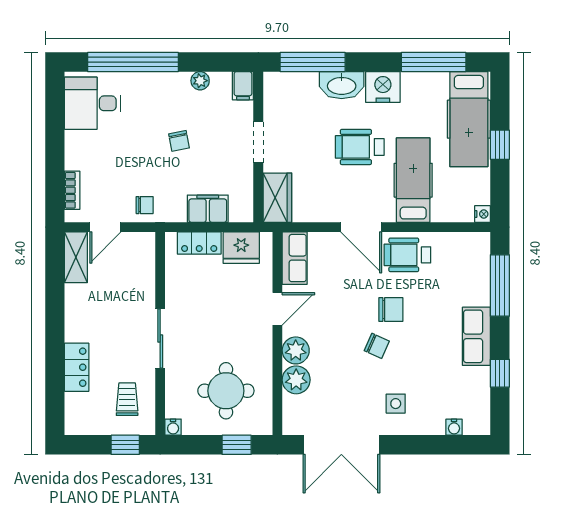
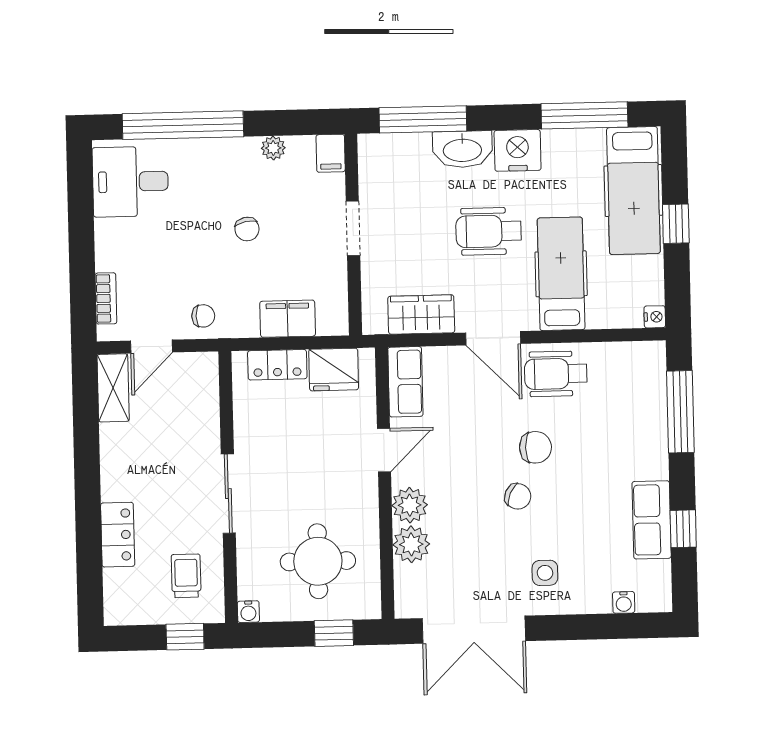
wardrobe: (277, 198) -> (421, 315), moved, turned -90
row of seats: (476, 336) -> (652, 520), moved

